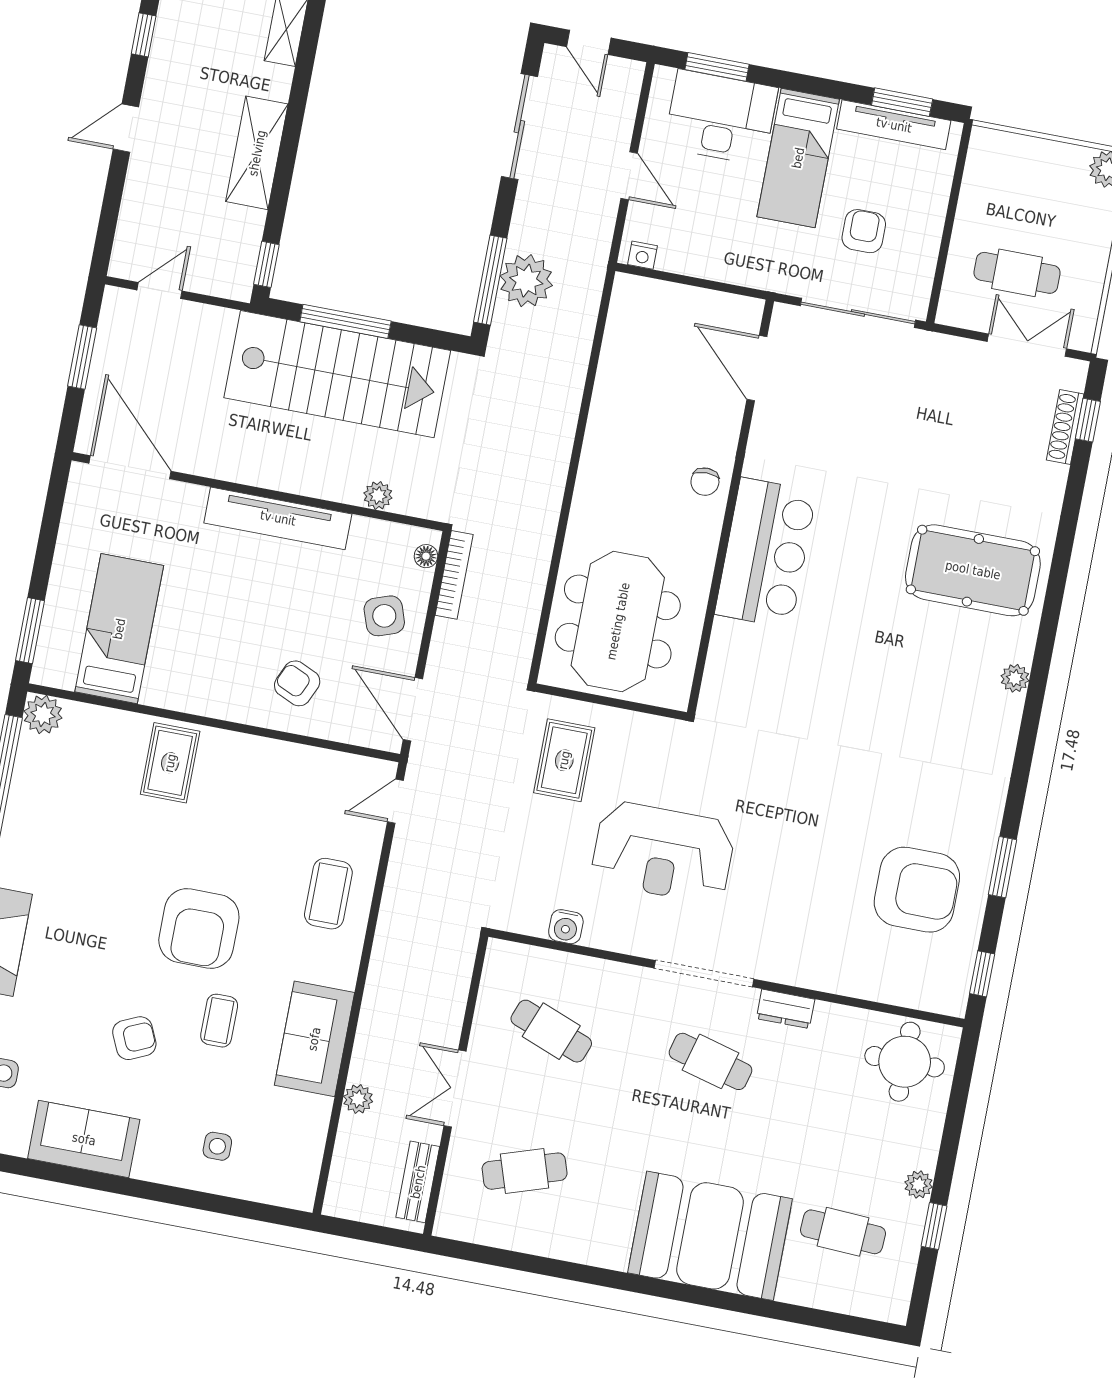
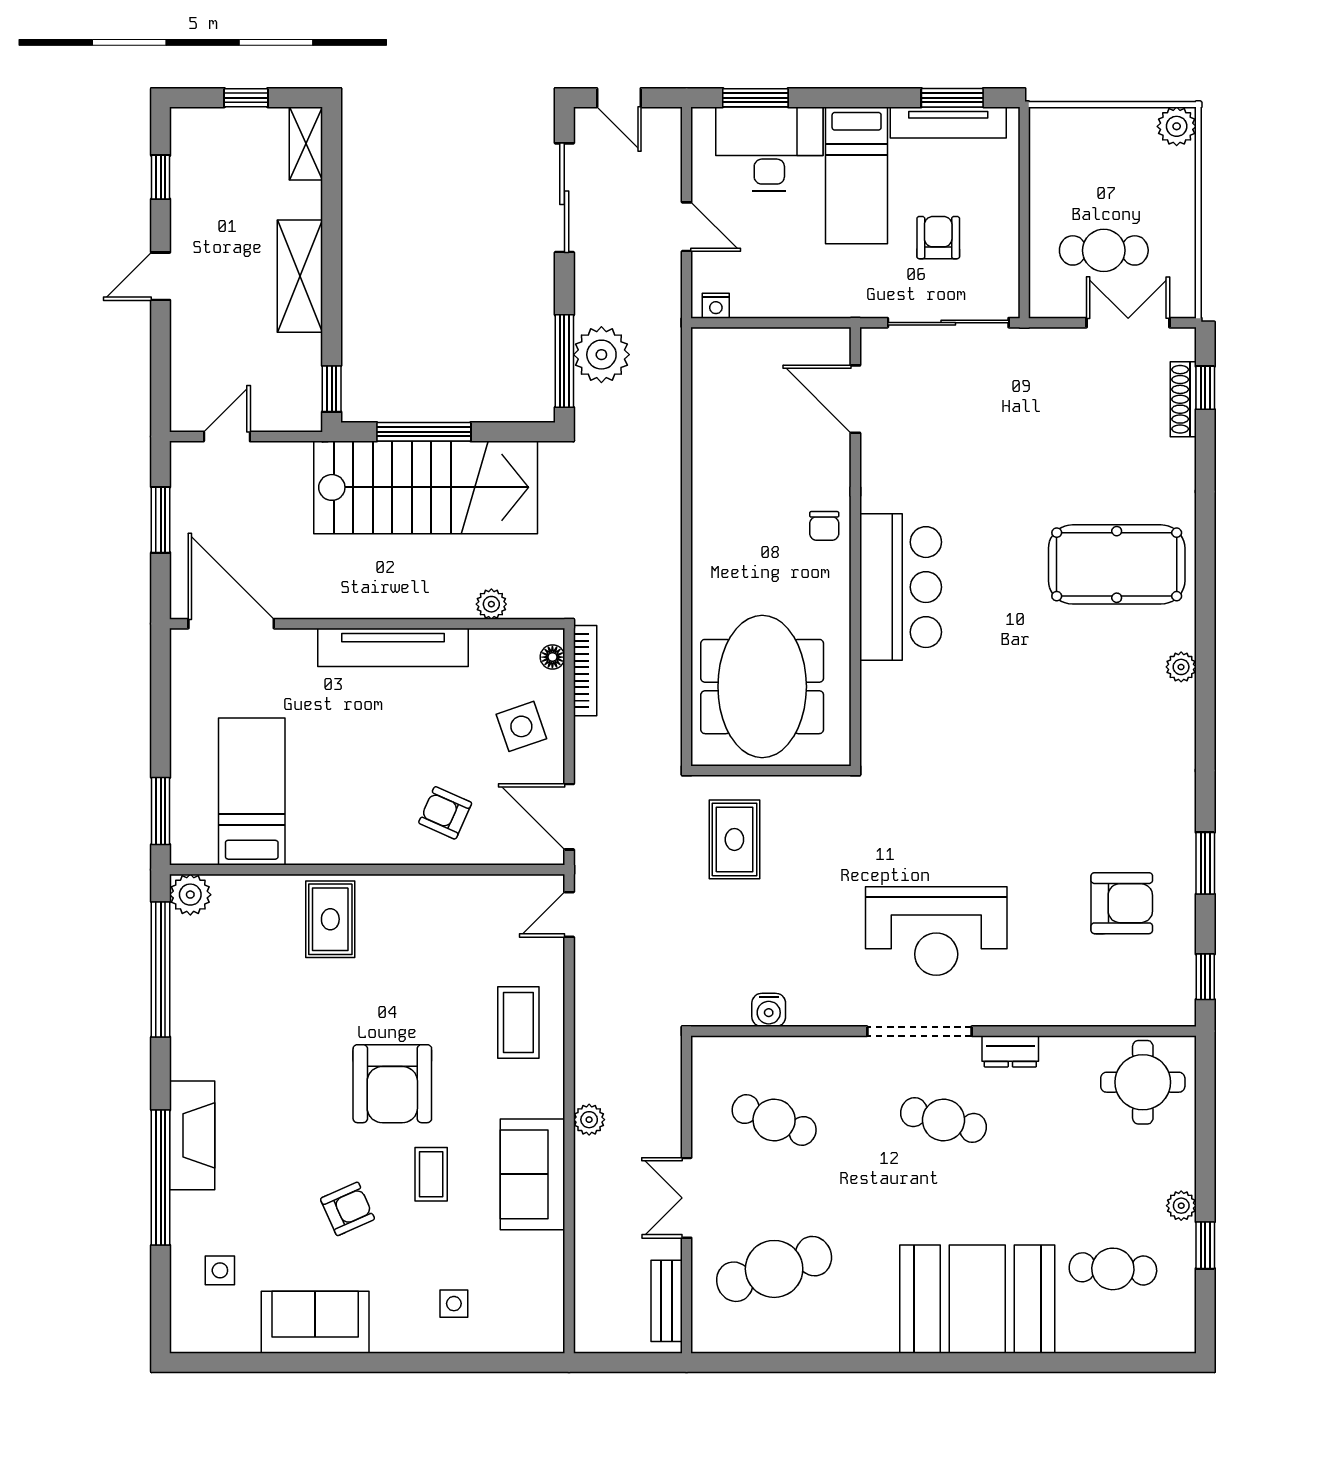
reception desk: (663, 852) -> (936, 931), moved
armchair: (917, 890) -> (1122, 903), width x0.73, depth x0.73
plant: (358, 1099) -> (589, 1120), moved
cafe table: (525, 1171) -> (774, 1269), width x1.37, depth x1.35

